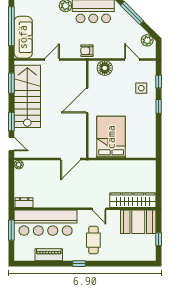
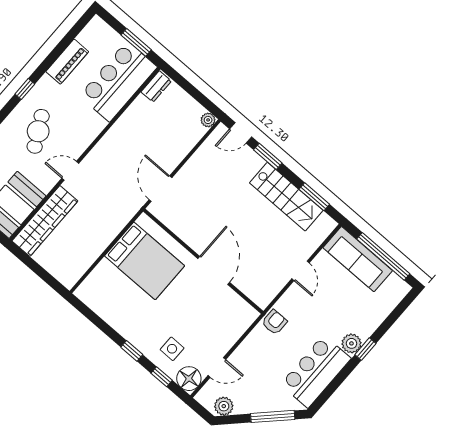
floor lamp: (105, 68) -> (189, 379), moved
stairs: (27, 96) -> (286, 197), width x0.73, depth x0.66
bar counter: (46, 223) -> (118, 81), width x0.73
cafe table: (93, 240) -> (38, 131), turned 62

